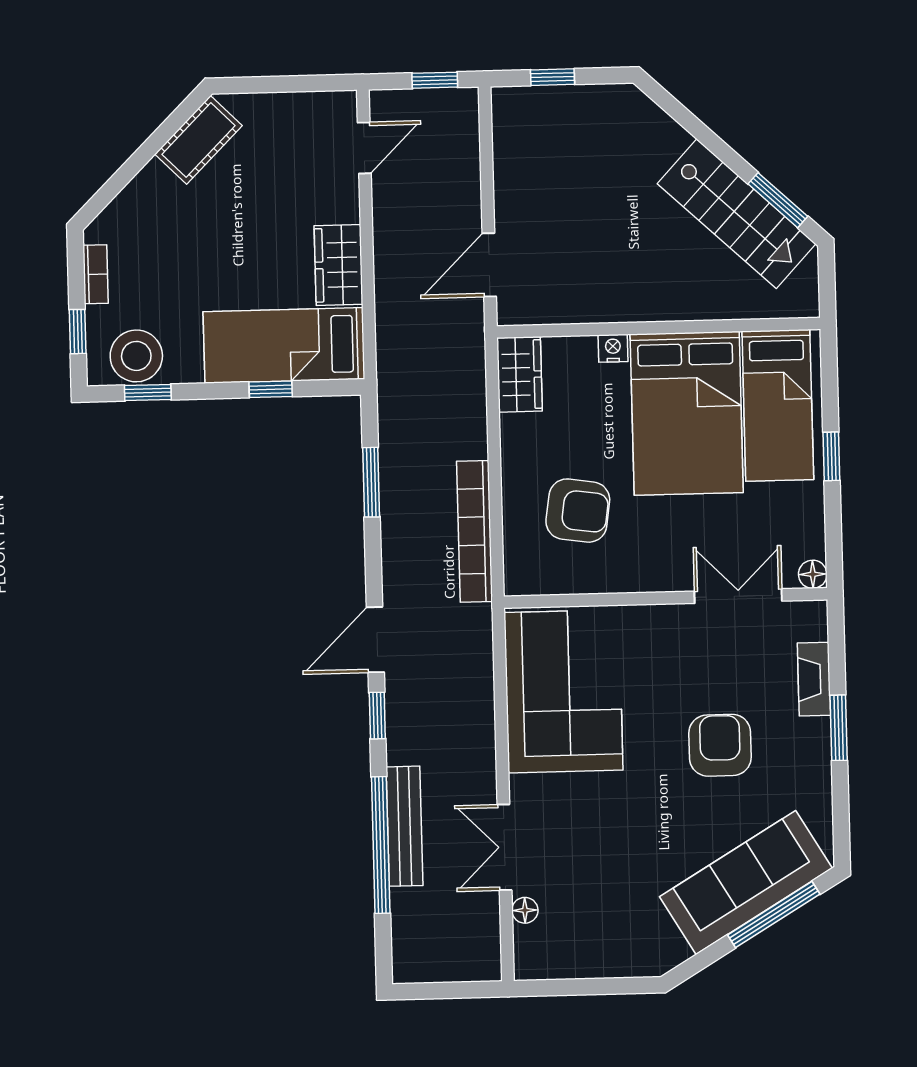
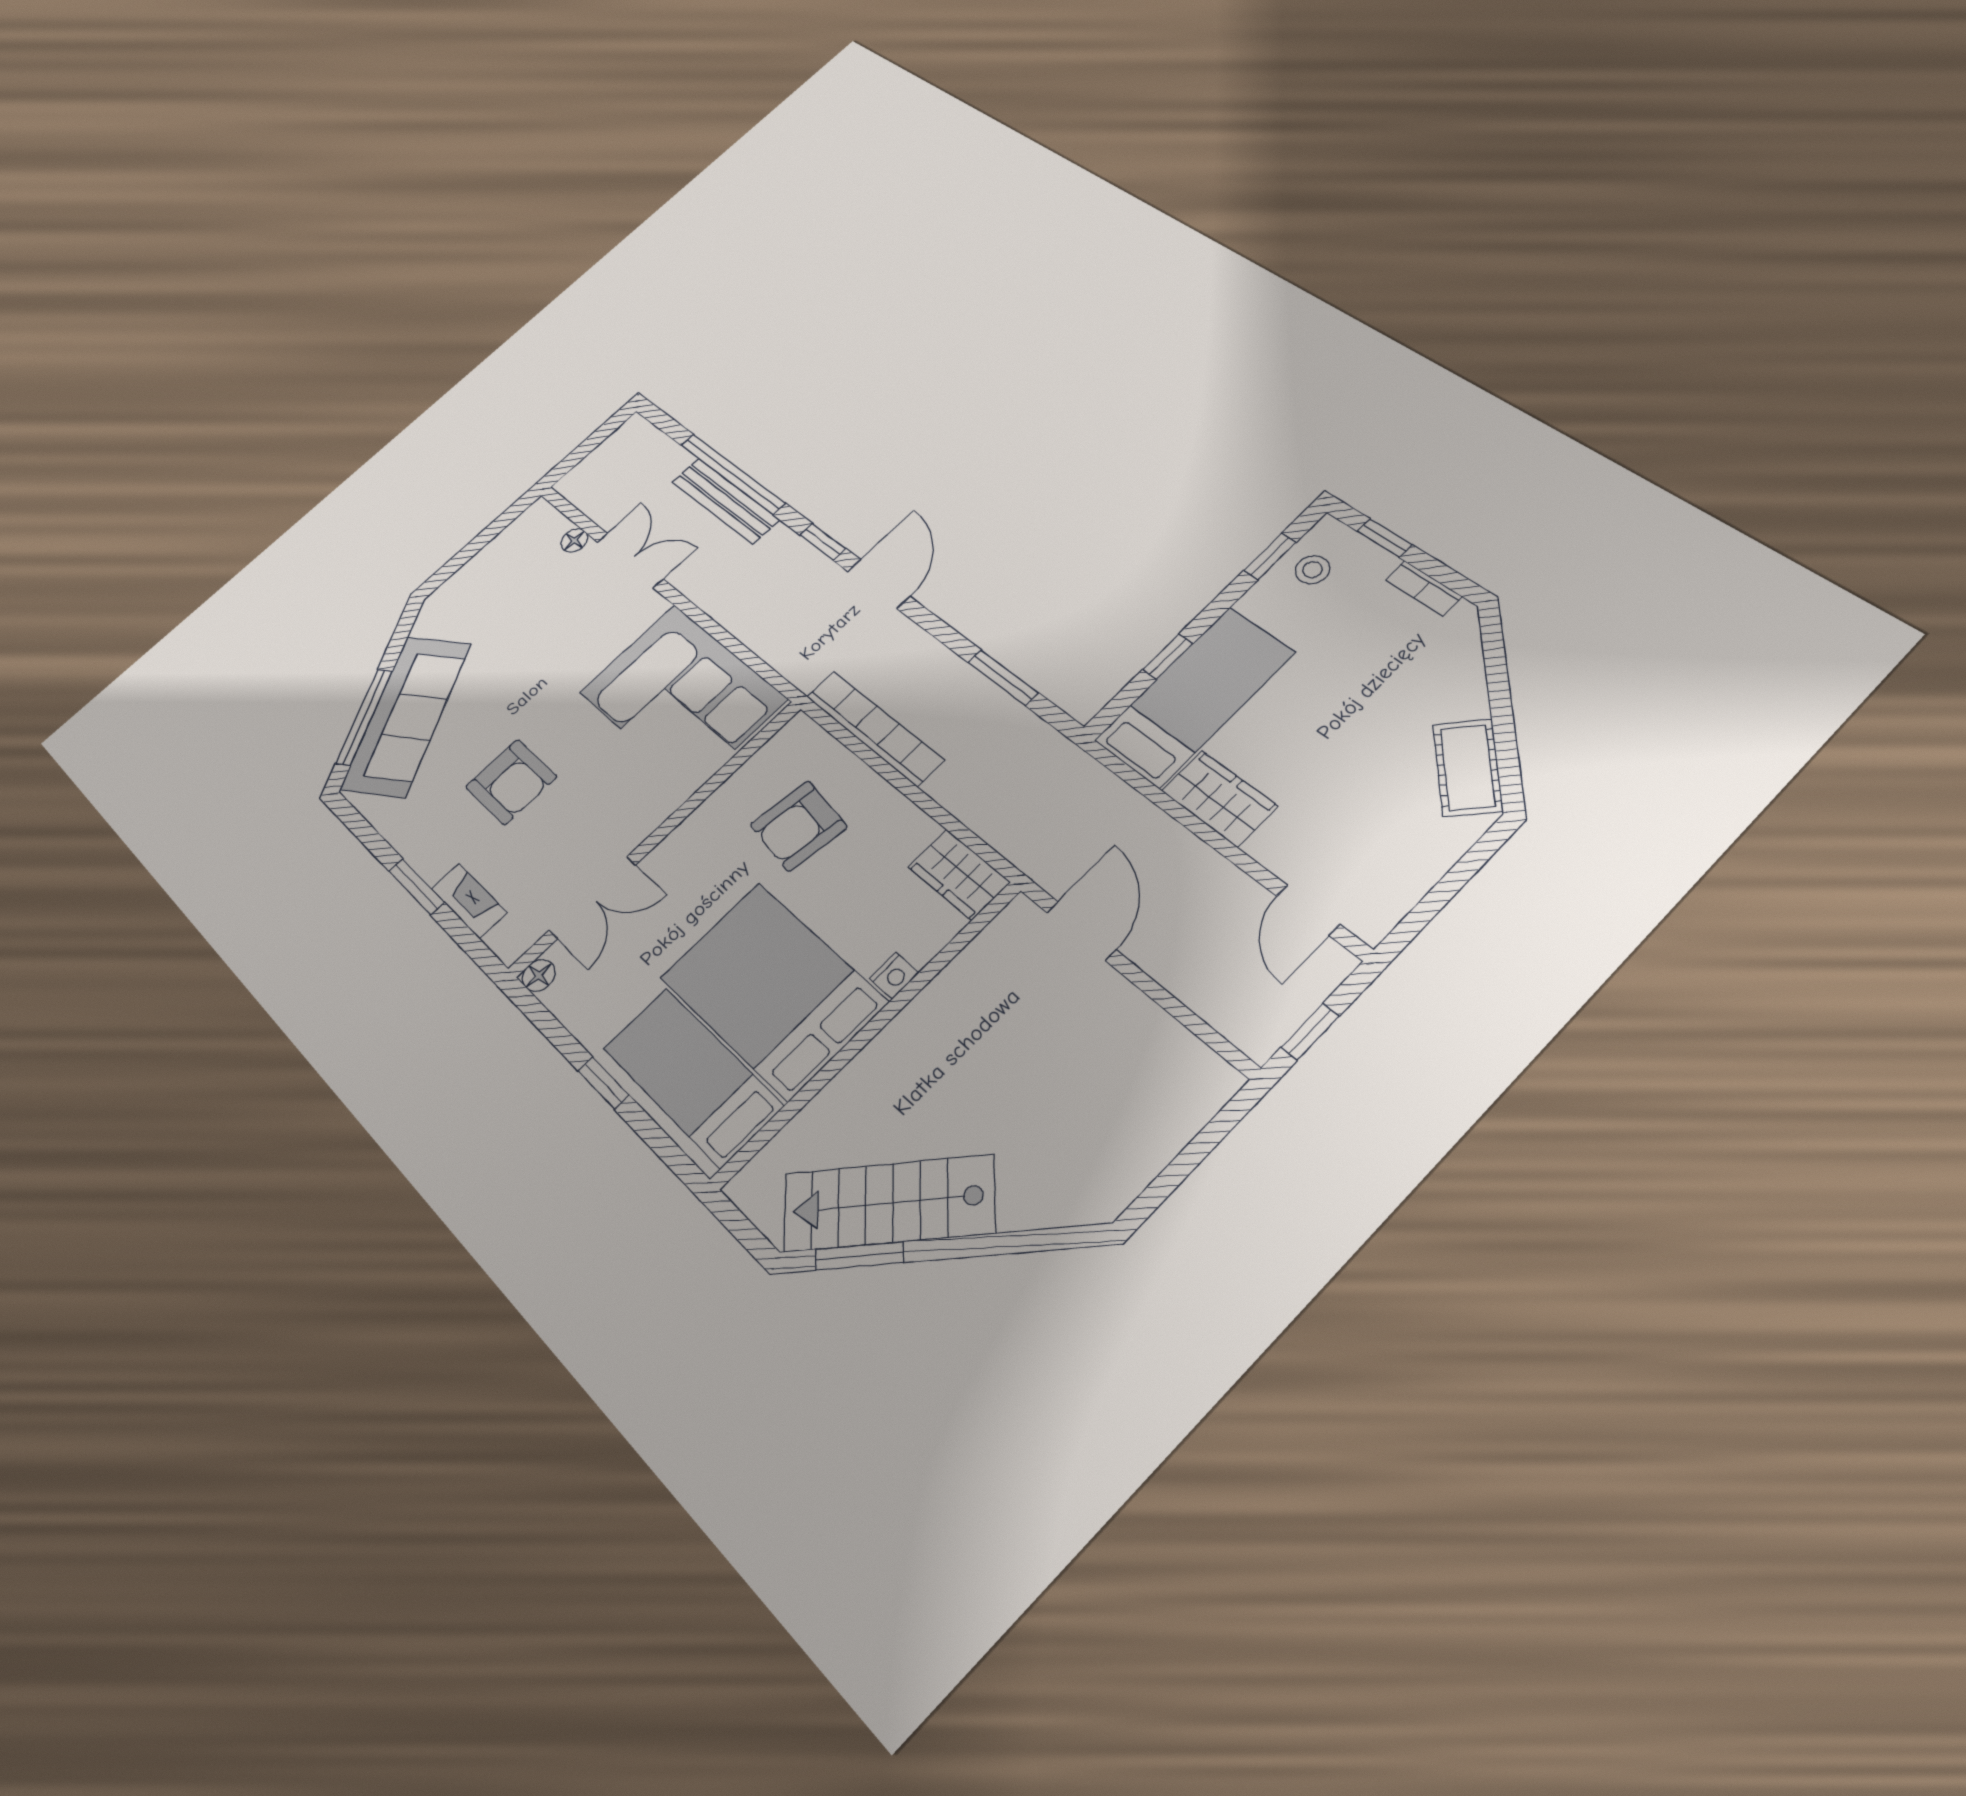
window: (552, 77) -> (1199, 1148), removed
stool: (136, 356) -> (1313, 570), width x0.53, depth x0.53

